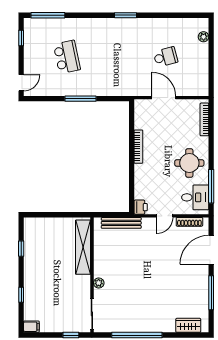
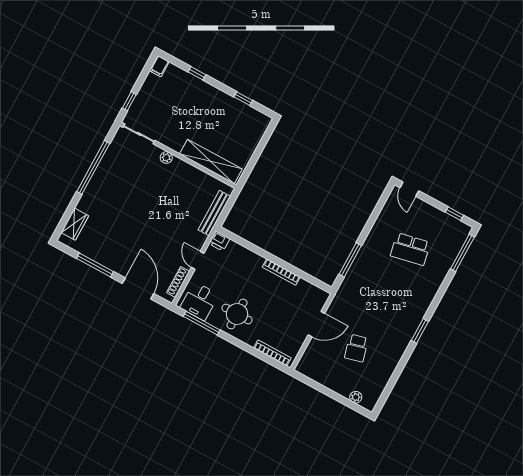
window: (80, 99) -> (350, 260), moved

